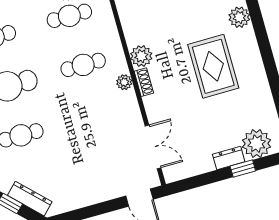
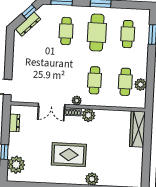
double door: (153, 147) -> (52, 105), moved
dresser: (229, 158) -> (14, 123), moved

